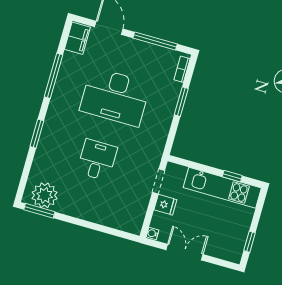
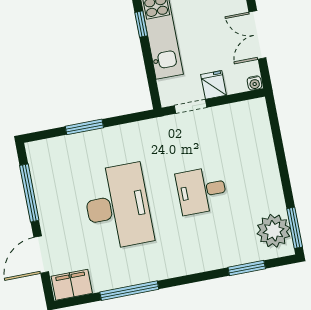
bookcase: (182, 69) -> (46, 145), removed
window: (37, 134) -> (247, 268), moved

